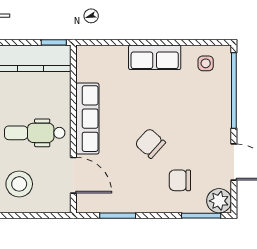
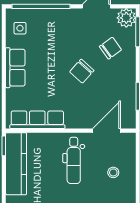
row of seats: (87, 119) -> (37, 120), moved
chair: (180, 180) -> (110, 48), turned -126
stool: (19, 184) -> (113, 172), width x0.53, depth x0.53

